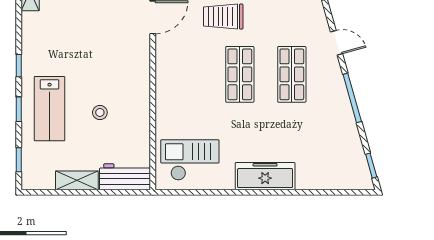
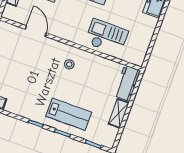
stool: (100, 112) -> (69, 64), moved
checkout: (190, 160) -> (107, 37), moved, turned 90

